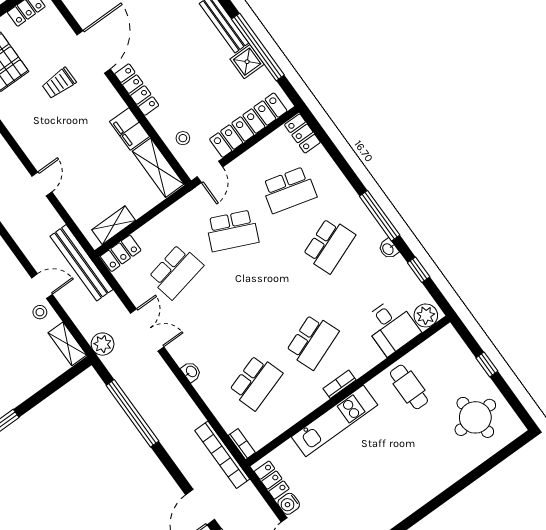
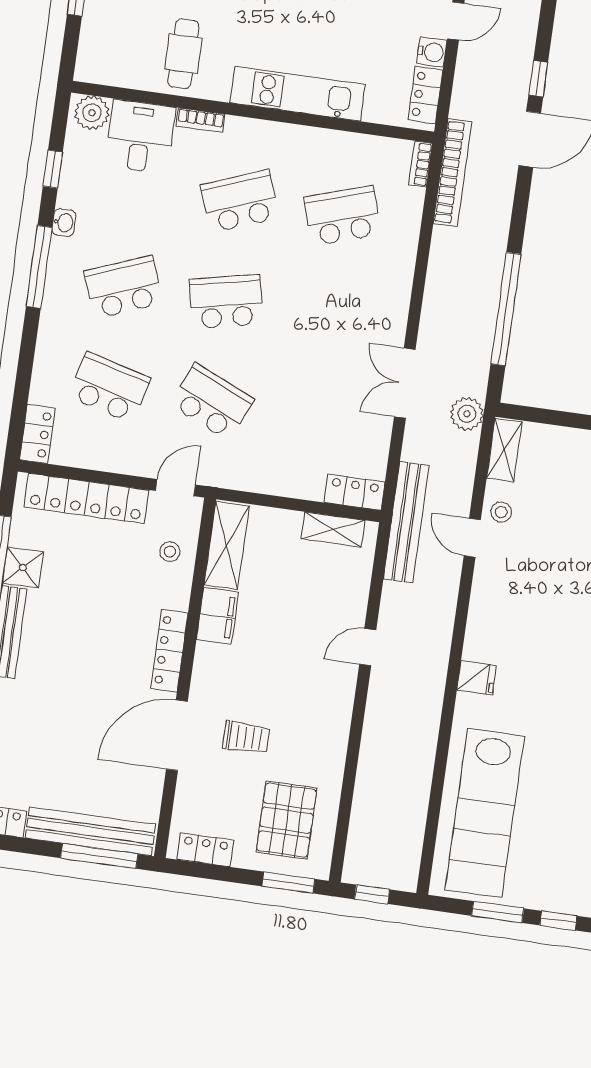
school desk: (176, 272) -> (226, 302), moved
washbasin: (191, 372) -> (400, 293), removed
bookcase: (339, 384) -> (201, 120), moved

